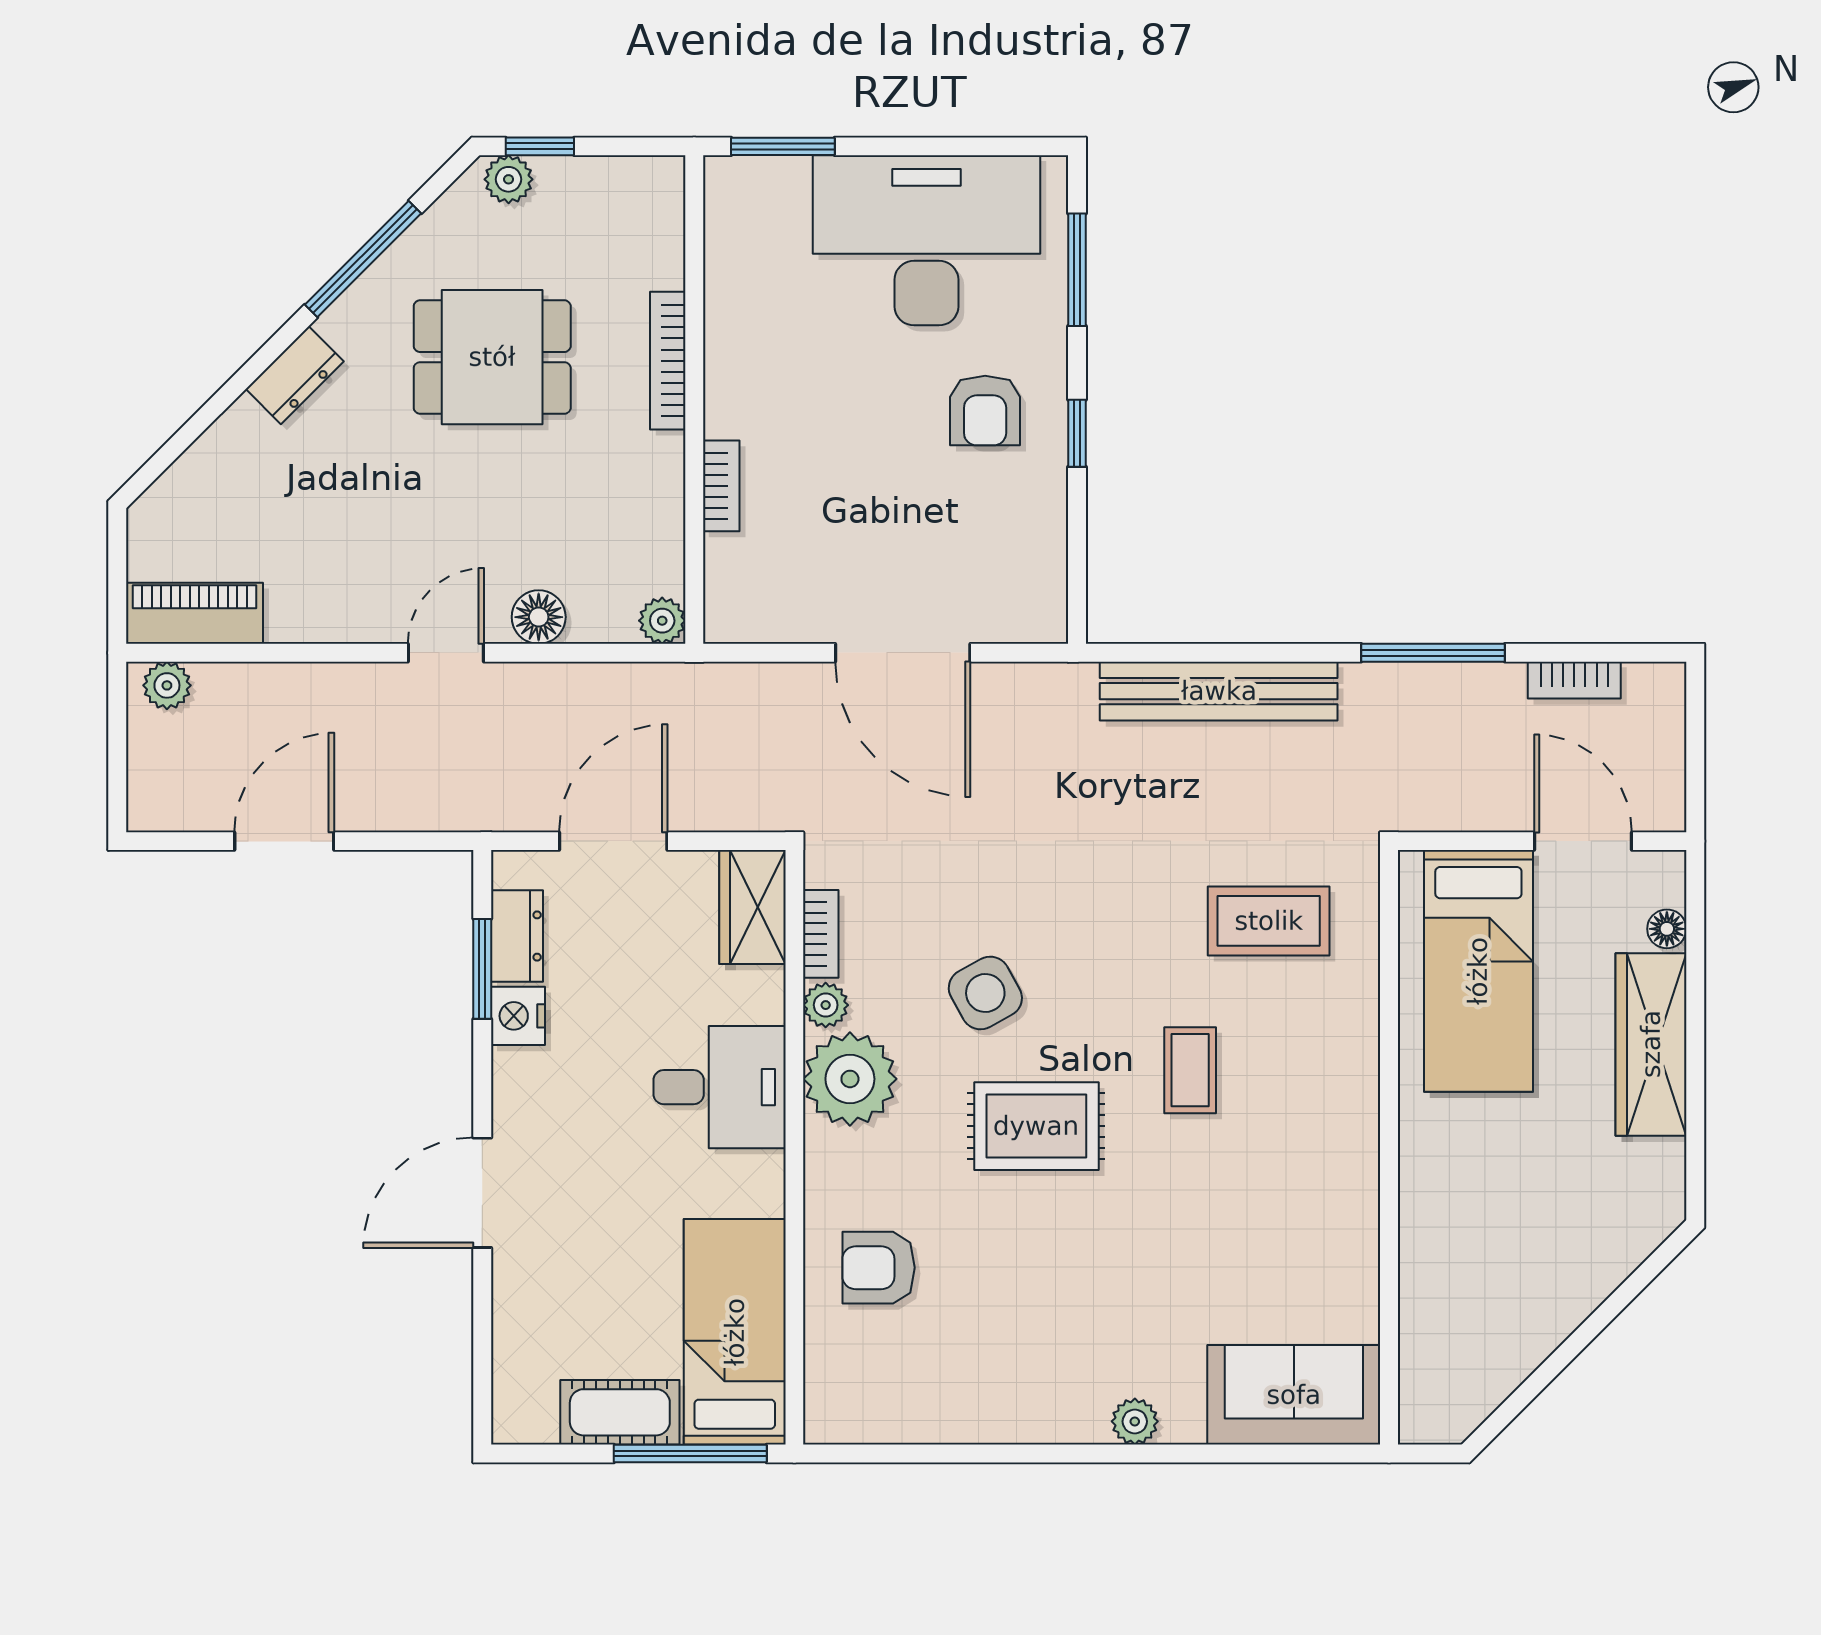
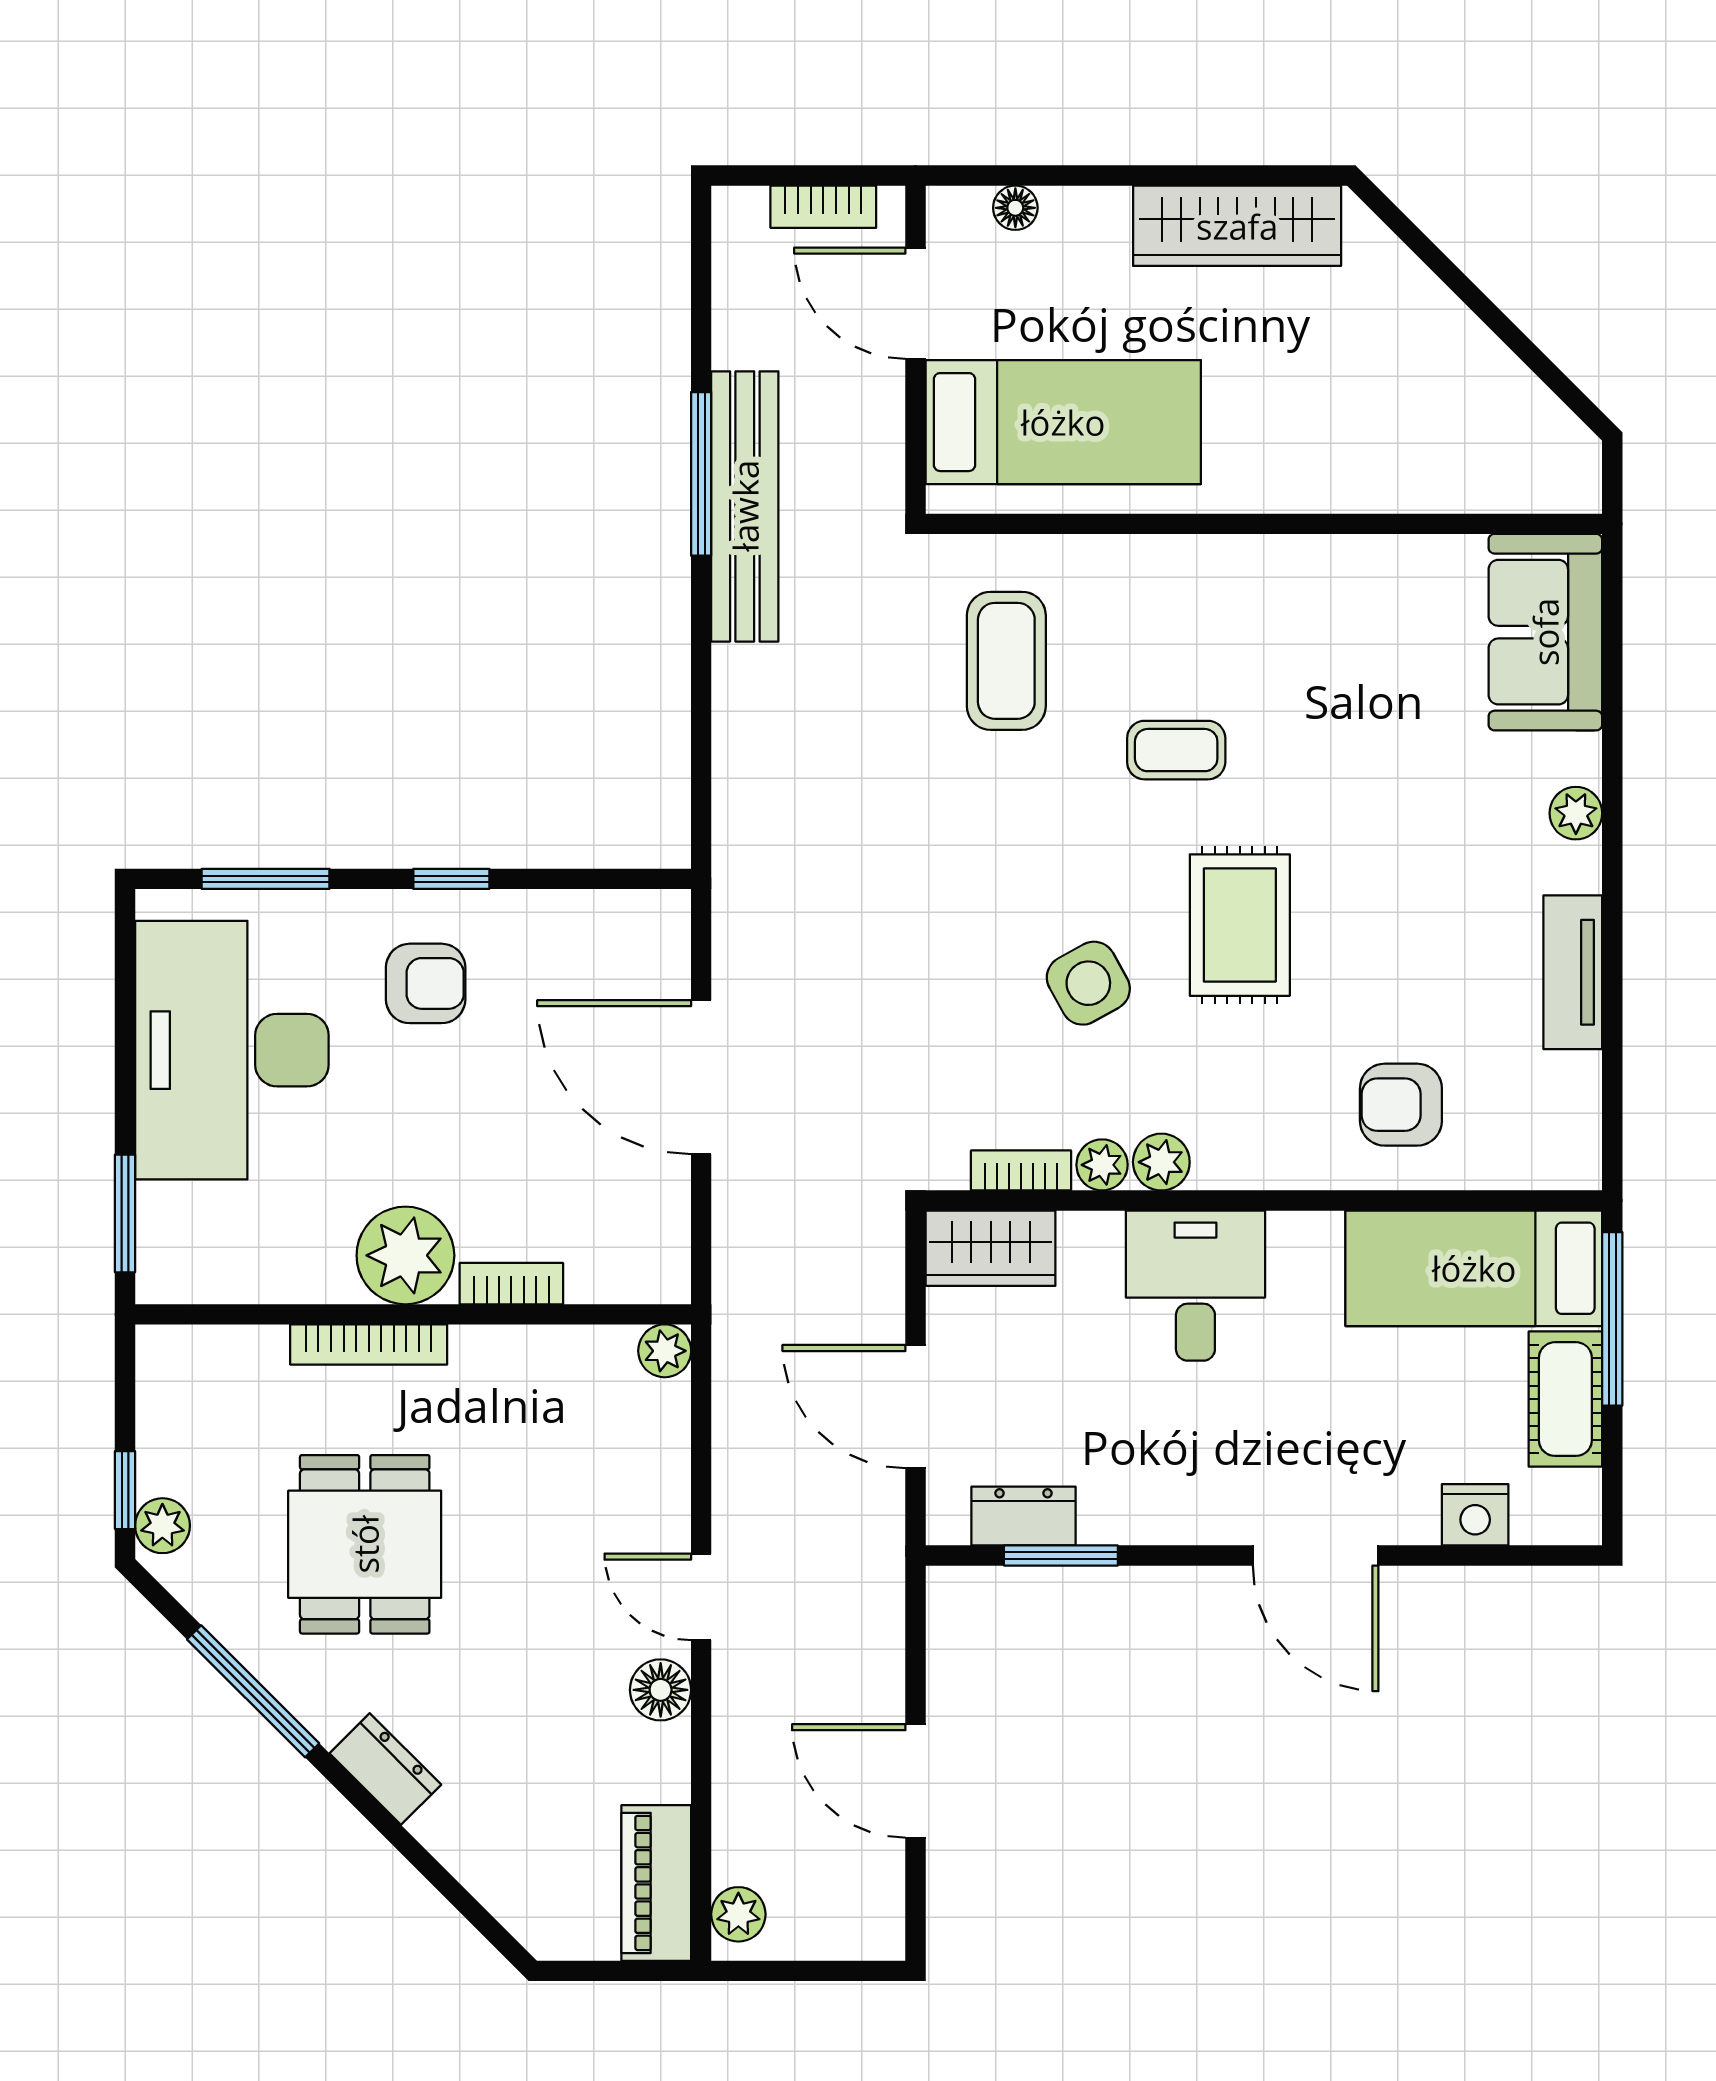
plant: (746, 393) -> (405, 1255), added
floor lamp: (539, 617) -> (661, 1690), moved
door: (903, 653) -> (701, 1077), swing flipped
bookcase: (1574, 680) -> (823, 207), moved, turned 90
bench: (1219, 691) -> (745, 506), moved
door: (1583, 841) -> (916, 303), hinge flipped
nightstand: (518, 1016) -> (1475, 1515), moved
wardrobe: (1651, 1044) -> (1237, 226), moved
plant: (850, 1079) -> (1161, 1162), width x0.53, depth x0.53
armchair: (879, 1268) -> (1401, 1105), turned 90
tv unit: (995, 1419) -> (1573, 972), added

